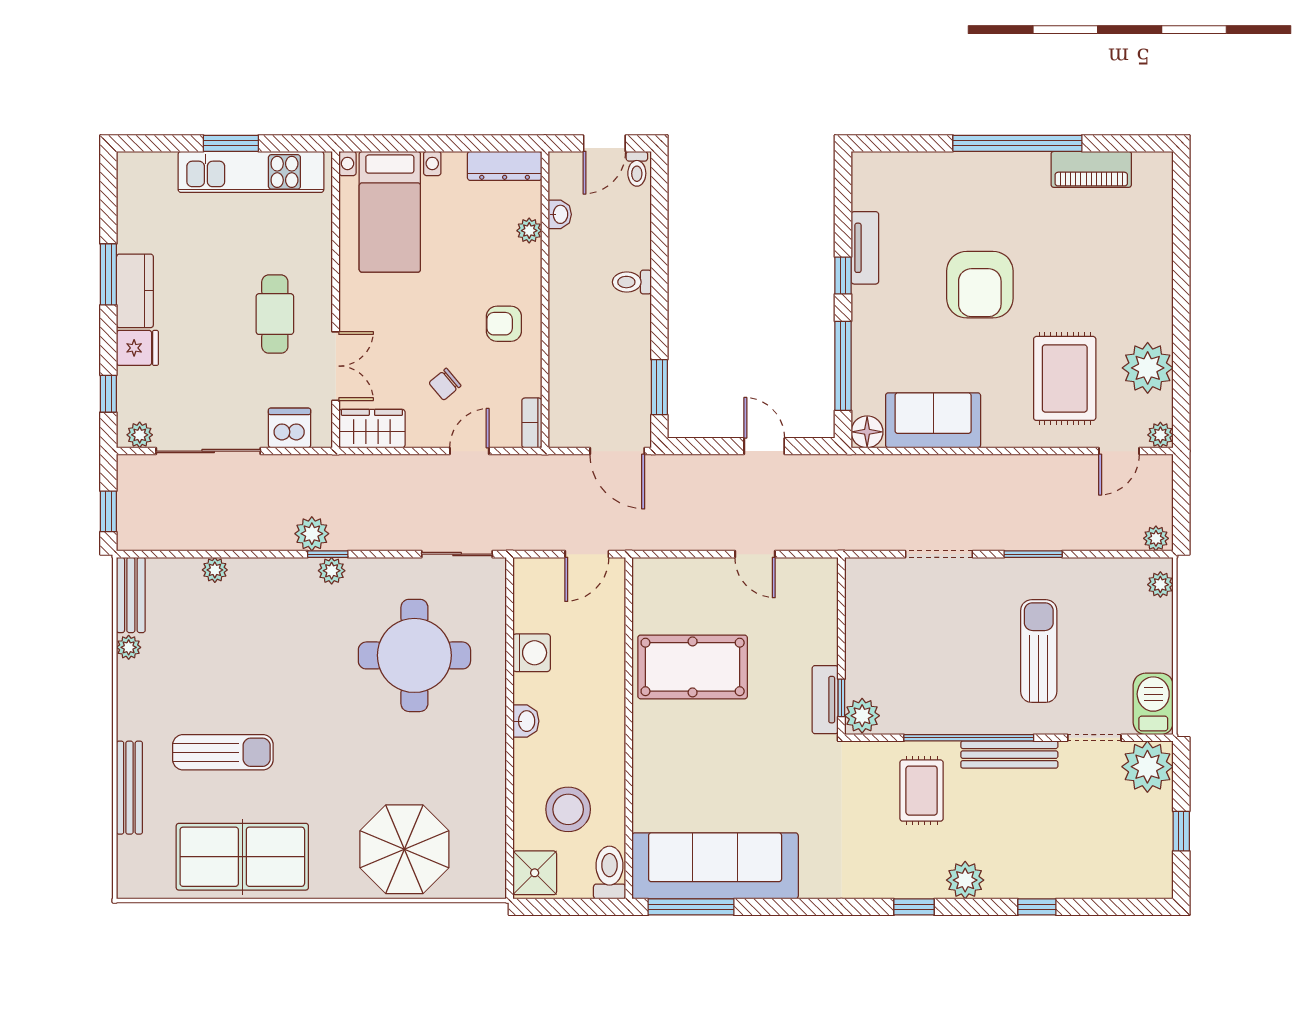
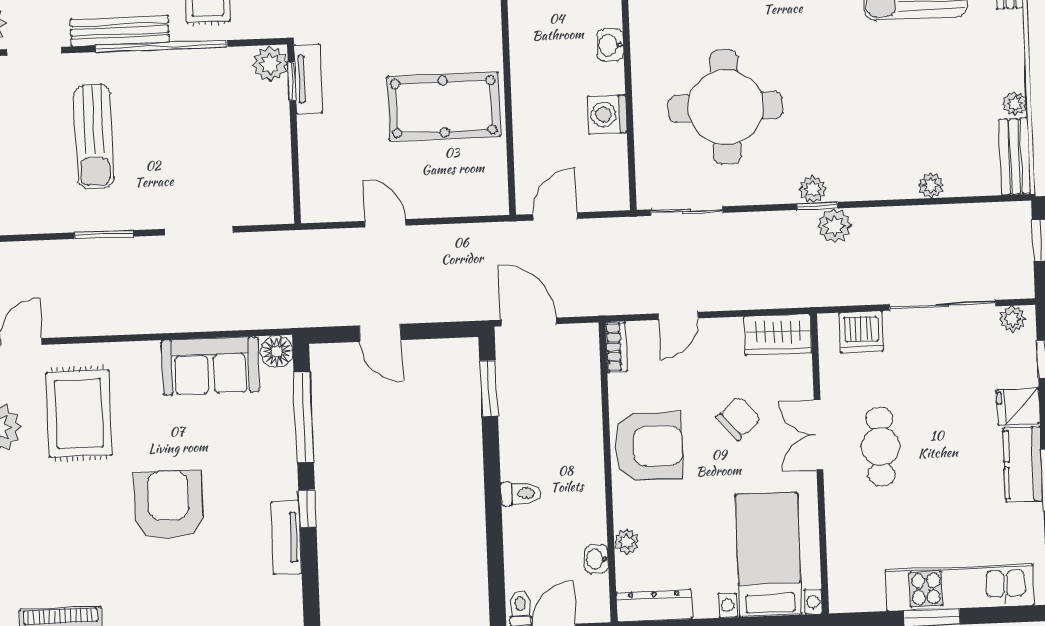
kitchen unit: (251, 172) -> (960, 587), moved
armchair: (504, 324) -> (649, 446), width x1.88, depth x1.88
double door: (336, 366) -> (819, 435), moved
chair: (445, 384) -> (738, 418), moved, width x1.37, depth x1.37

